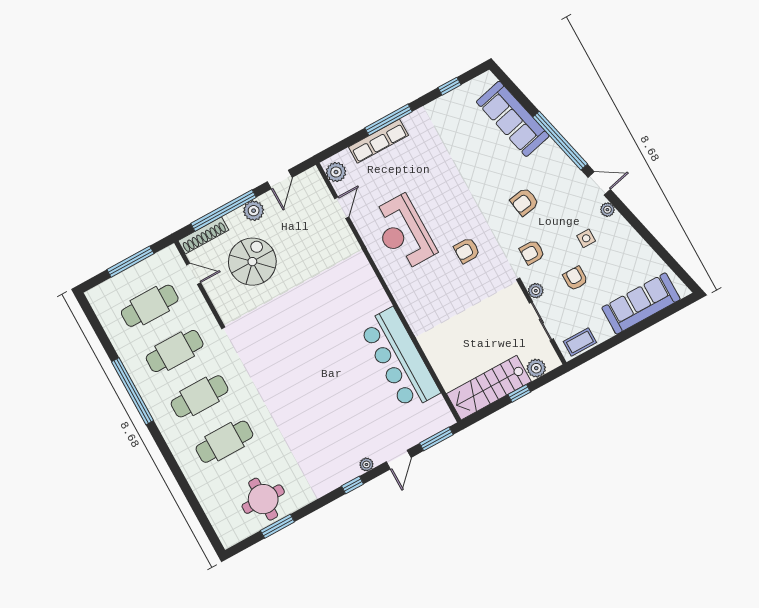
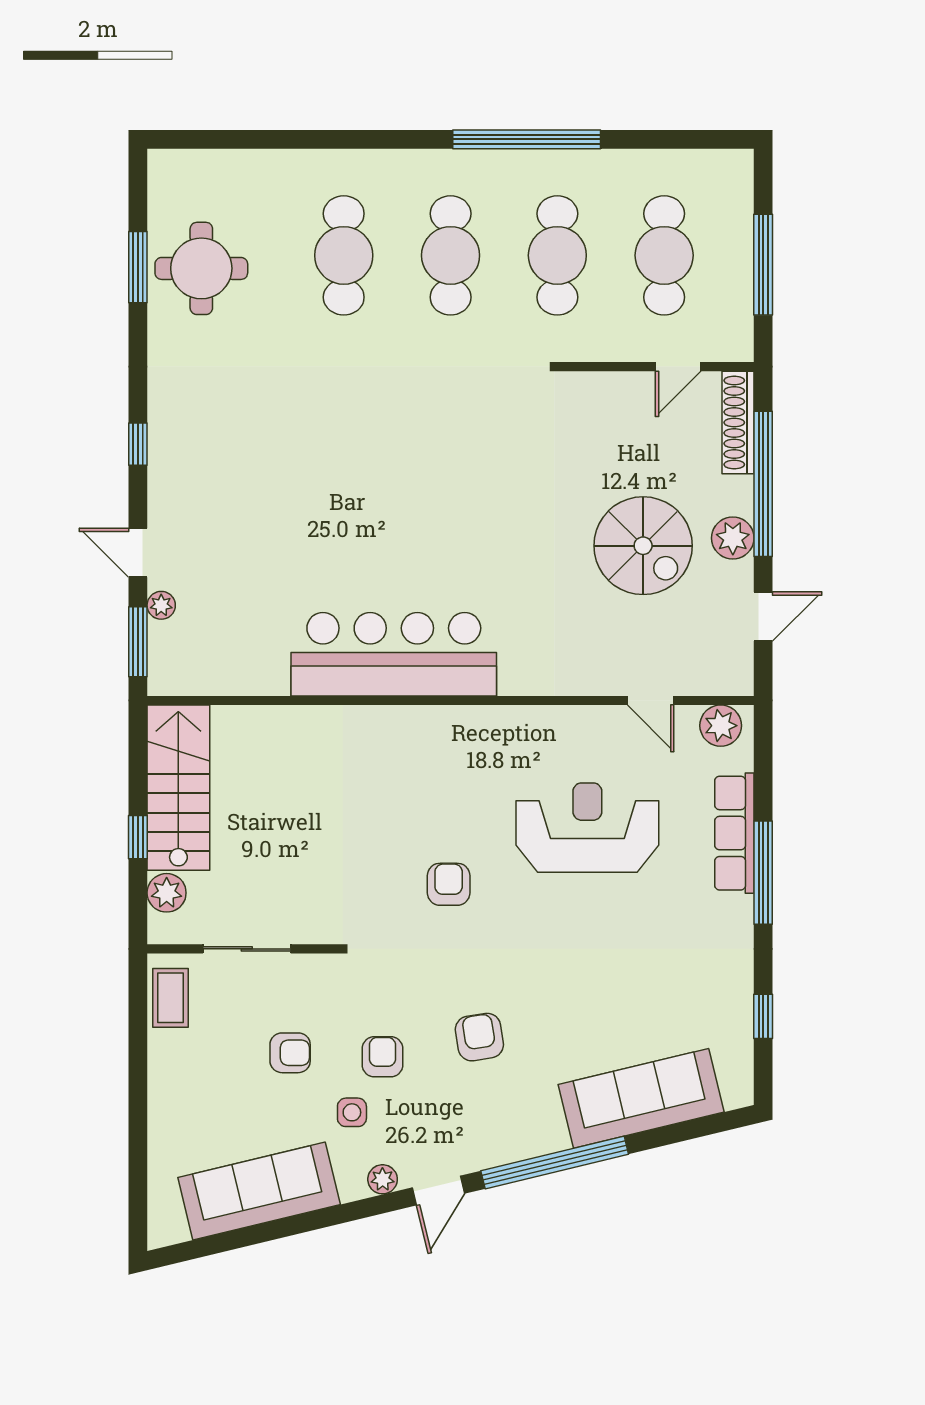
door: (280, 179) -> (763, 616), swing flipped
reception desk: (403, 233) -> (587, 828), moved
armchair: (532, 252) -> (383, 1057), moved
spiral stairs: (252, 262) -> (643, 546), moved
plant: (536, 291) -> (307, 969), removed
sofa: (641, 304) -> (259, 1191), moved, turned -104
bar counter: (399, 359) -> (394, 654), moved
plant: (366, 464) -> (161, 605), moved

